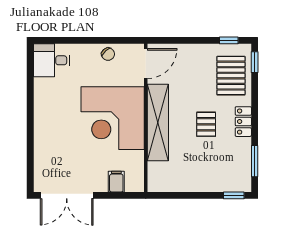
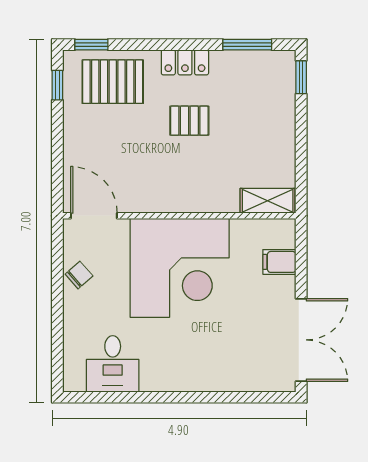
desk: (51, 60) -> (113, 364), moved
shelving: (158, 123) -> (268, 201), moved, width x0.45, depth x0.75

